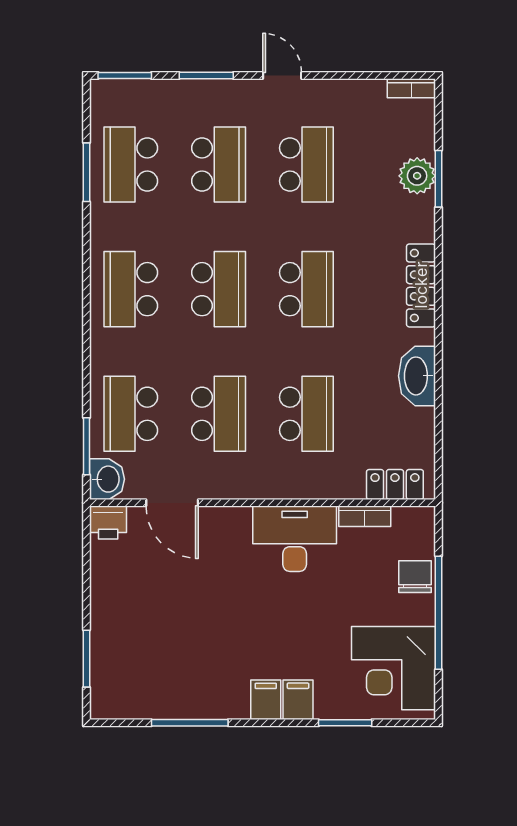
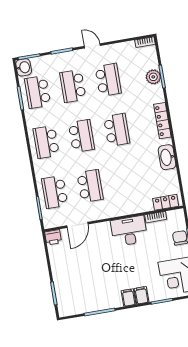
school desk: (219, 164) -> (73, 86), turned 180
school desk: (306, 414) -> (125, 180), removed
washbasin: (107, 479) -> (24, 67), moved
door: (172, 503) -> (77, 225), hinge flipped

